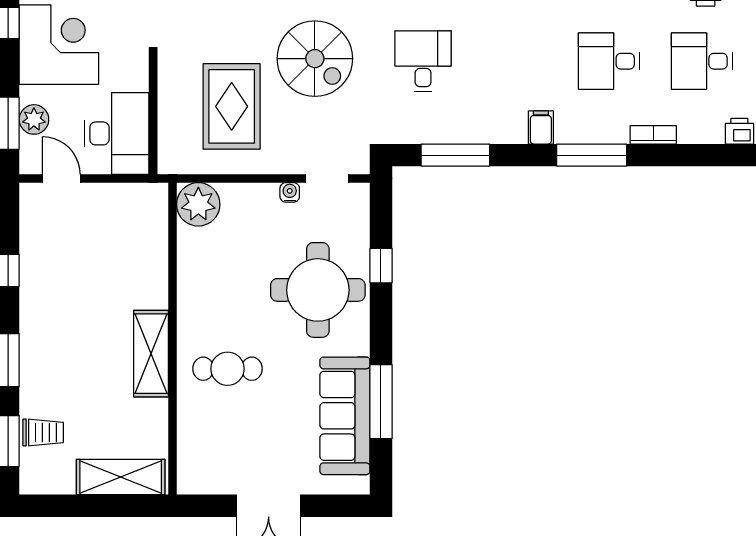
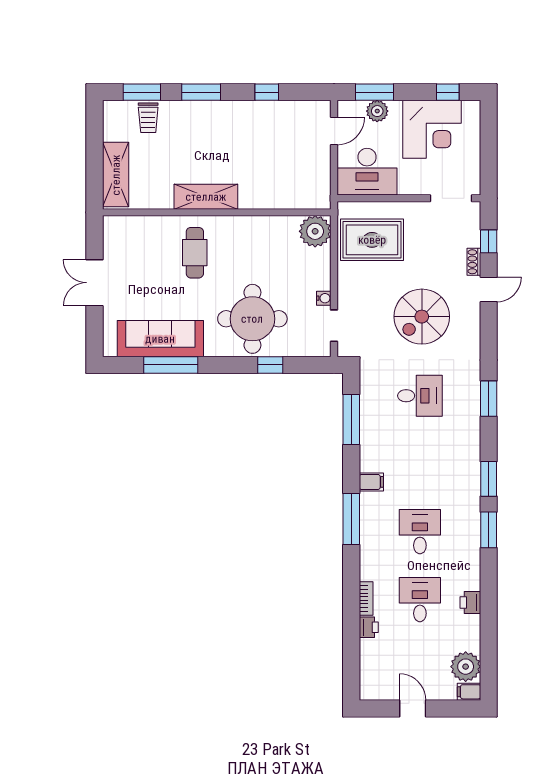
rug: (232, 106) -> (372, 240), moved
bookcase: (653, 135) -> (366, 598), moved

